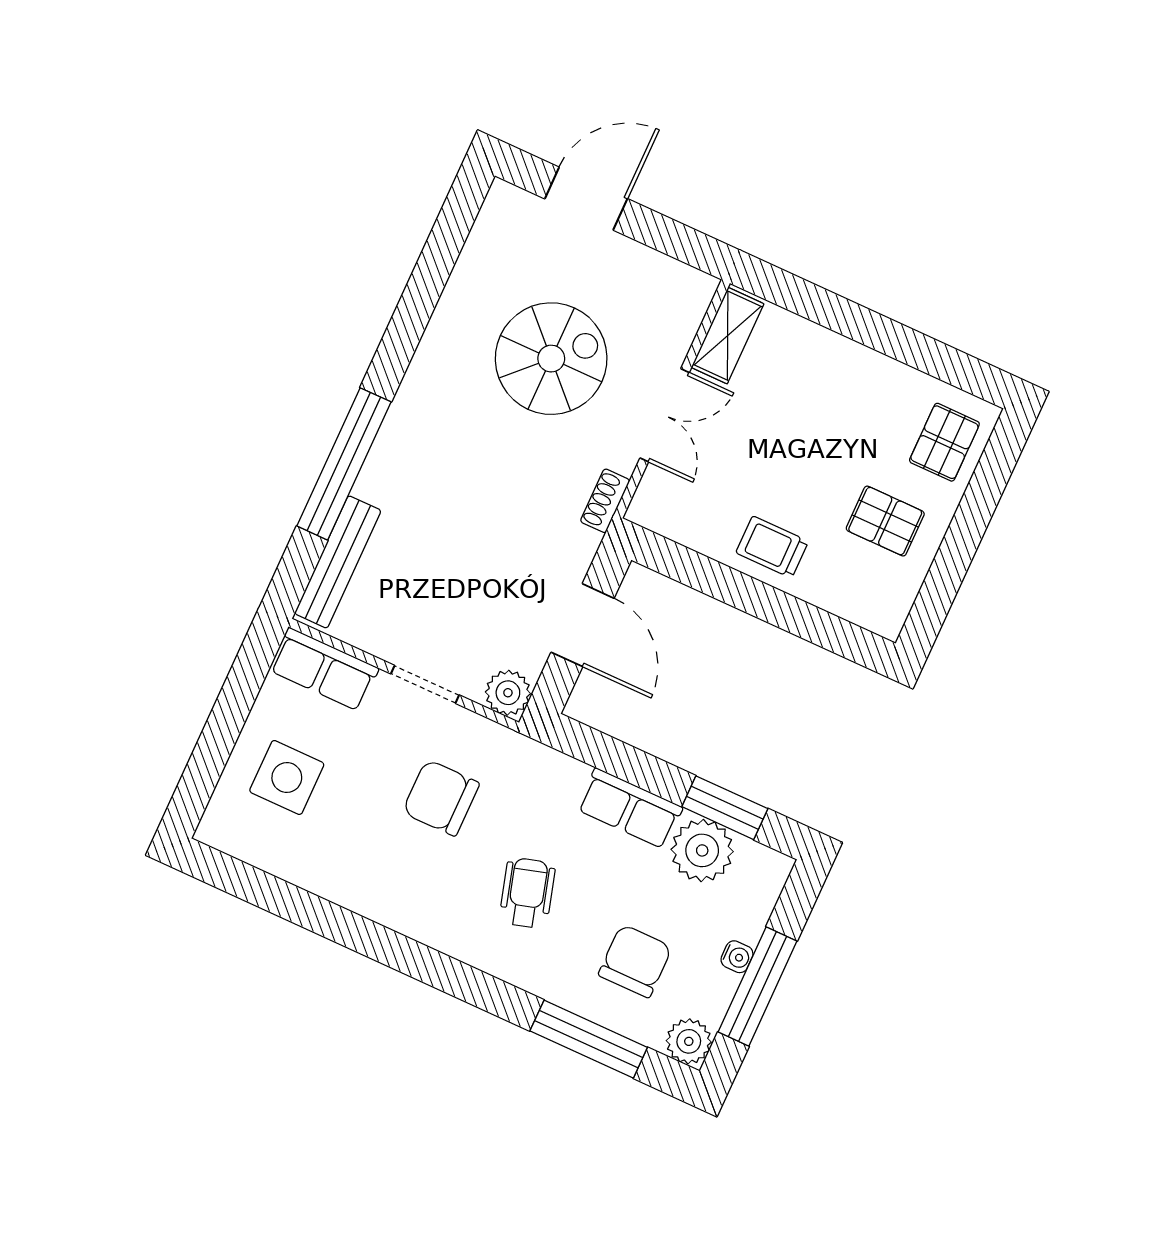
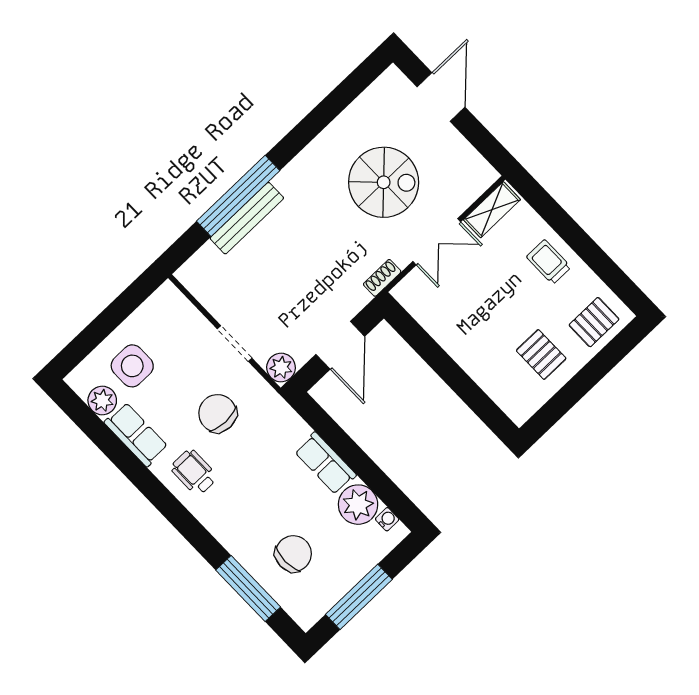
door: (586, 199) -> (441, 97), hinge flipped
trolley: (772, 547) -> (549, 262), moved
bench: (338, 562) -> (247, 218), moved
row of seats: (324, 669) -> (136, 435), moved, turned 180
window: (725, 808) -> (381, 485), removed
wheelchair: (527, 893) -> (194, 472), moved, turned -74
water cooler: (737, 957) -> (387, 519), moved, turned -90
plant: (689, 1041) -> (102, 401), moved

